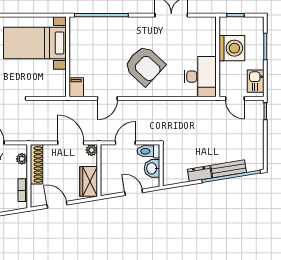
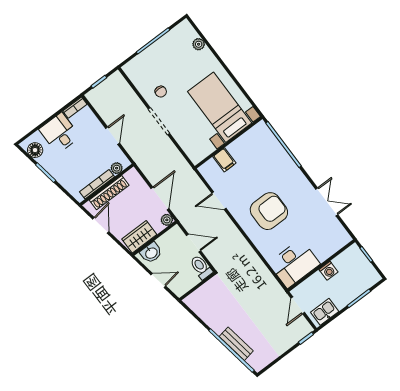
washing machine: (232, 48) -> (328, 271), width x0.53, depth x0.53
armchair: (145, 65) -> (269, 211), turned -133
filing cabinet: (76, 87) -> (224, 160), moved, turned 90
shoe rack: (37, 164) -> (109, 193), moved
washbasin: (152, 168) -> (151, 253), moved, turned 180
dresser: (200, 174) -> (214, 323), removed
bookcase: (23, 190) -> (97, 184), width x1.56
door: (134, 192) -> (158, 280), hinge flipped

